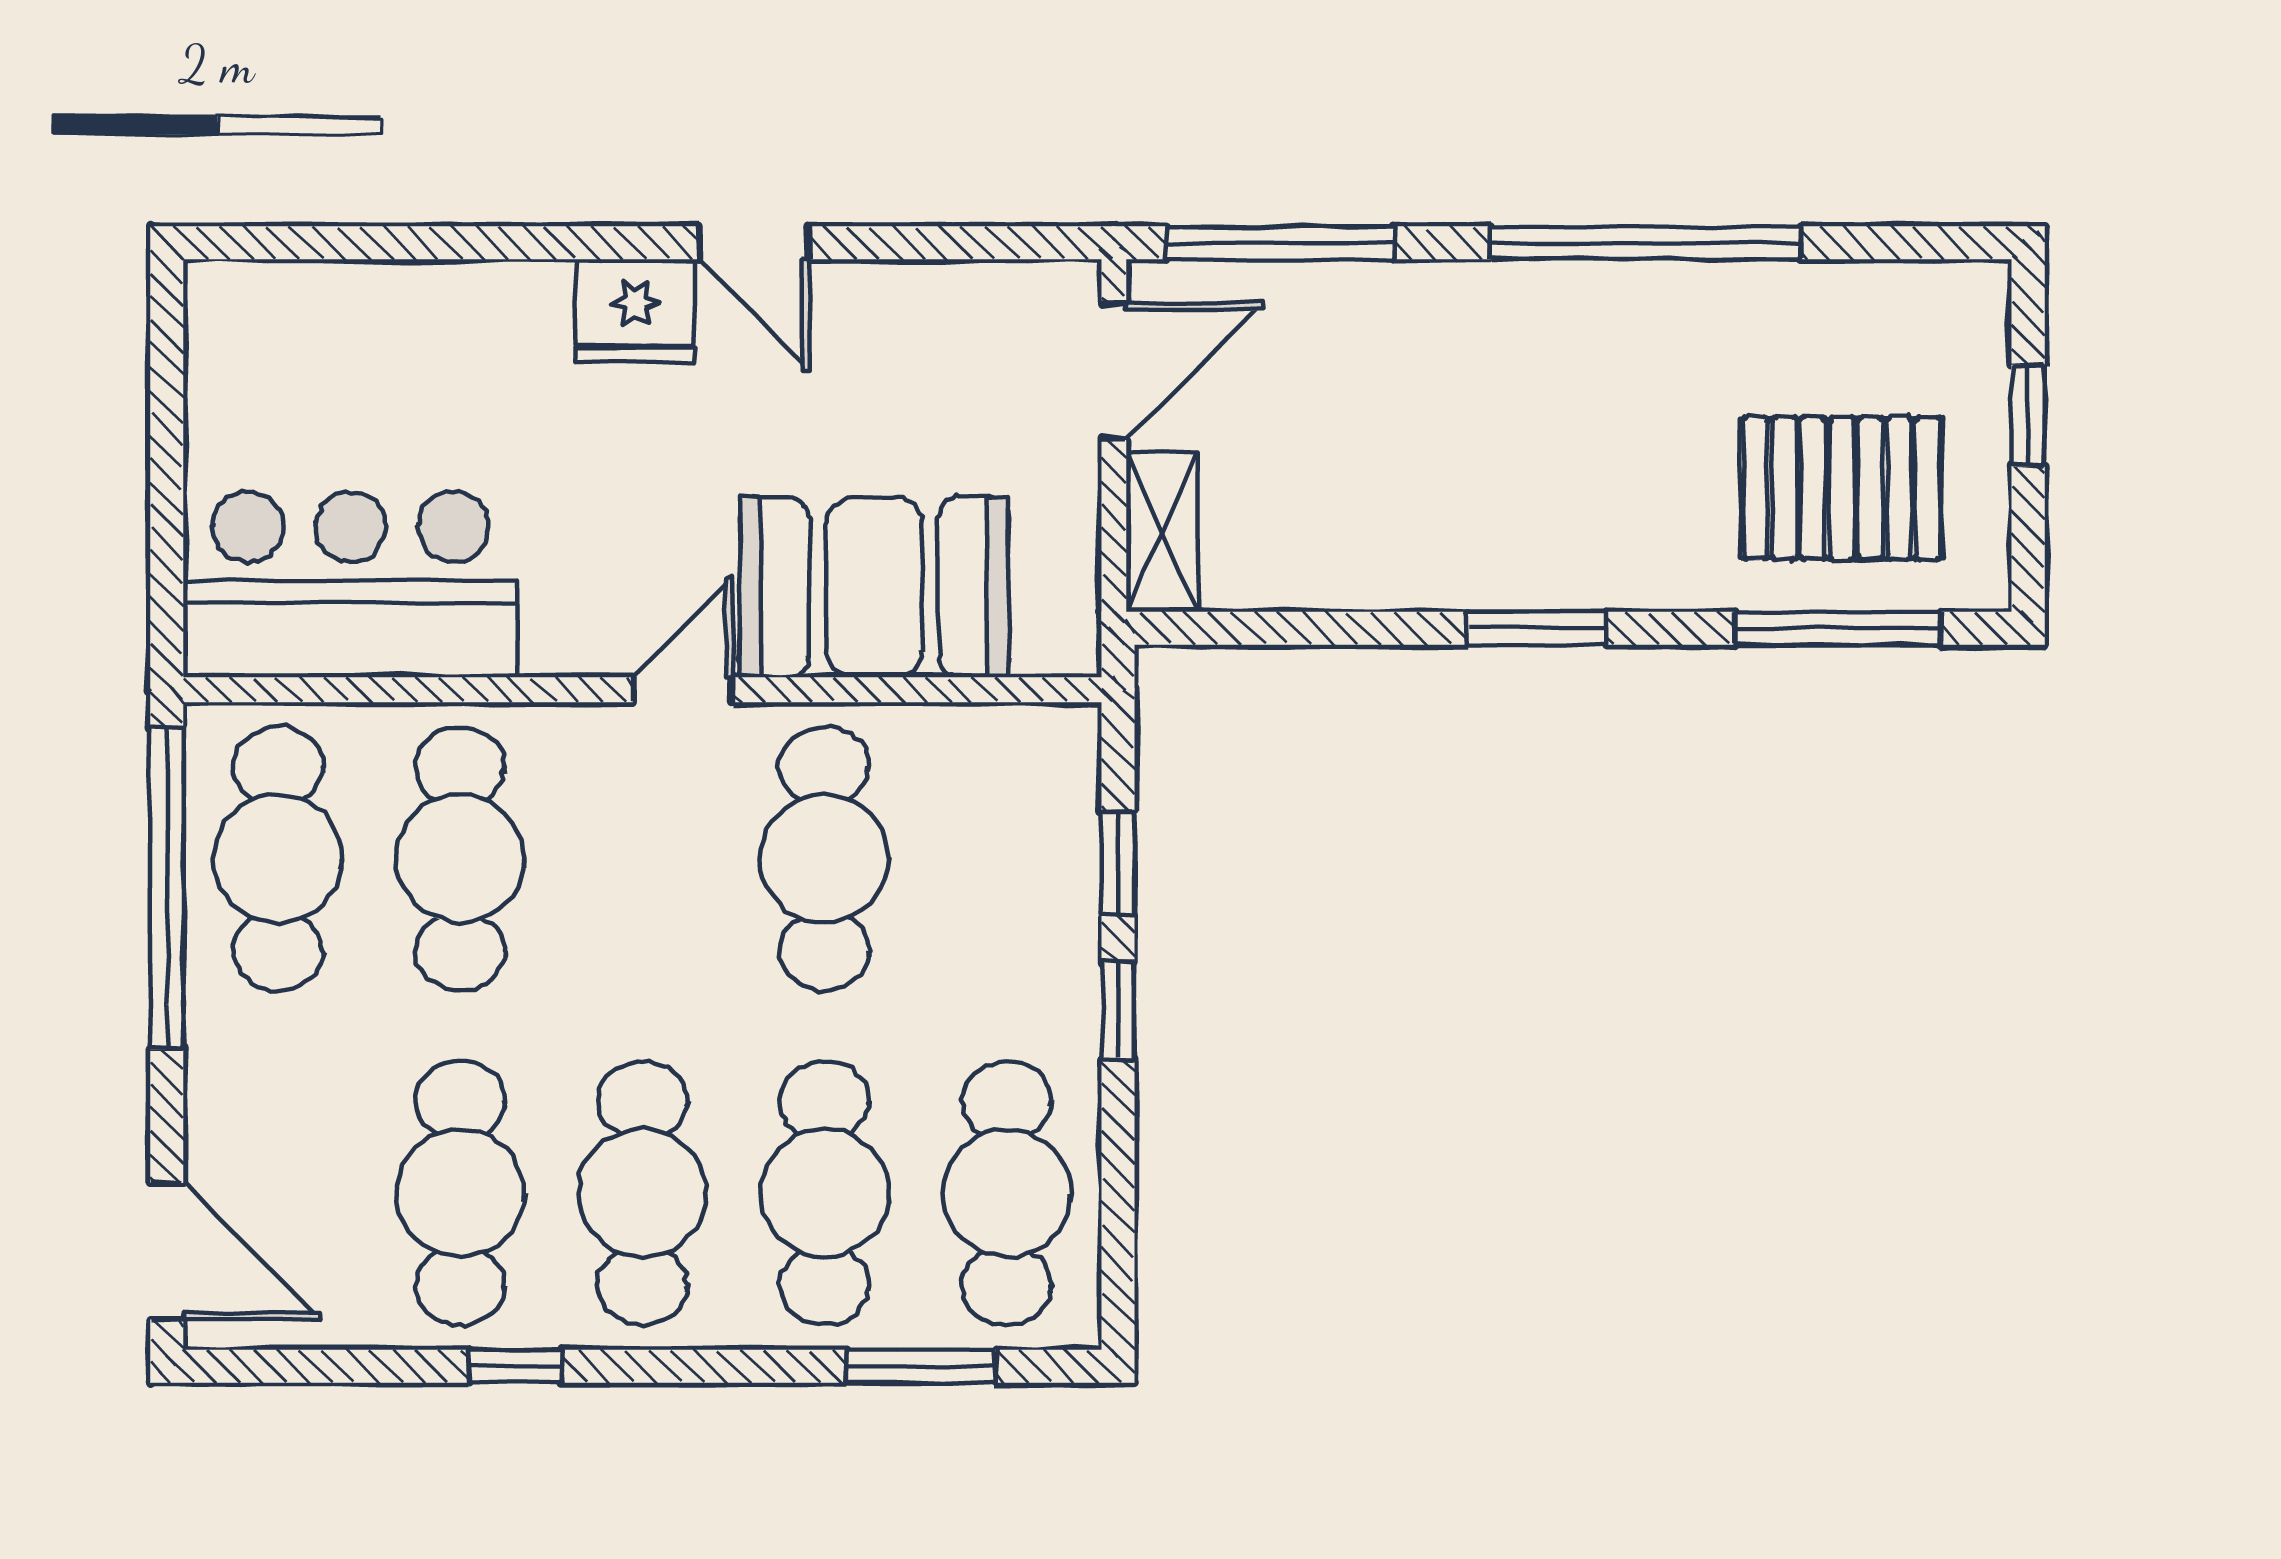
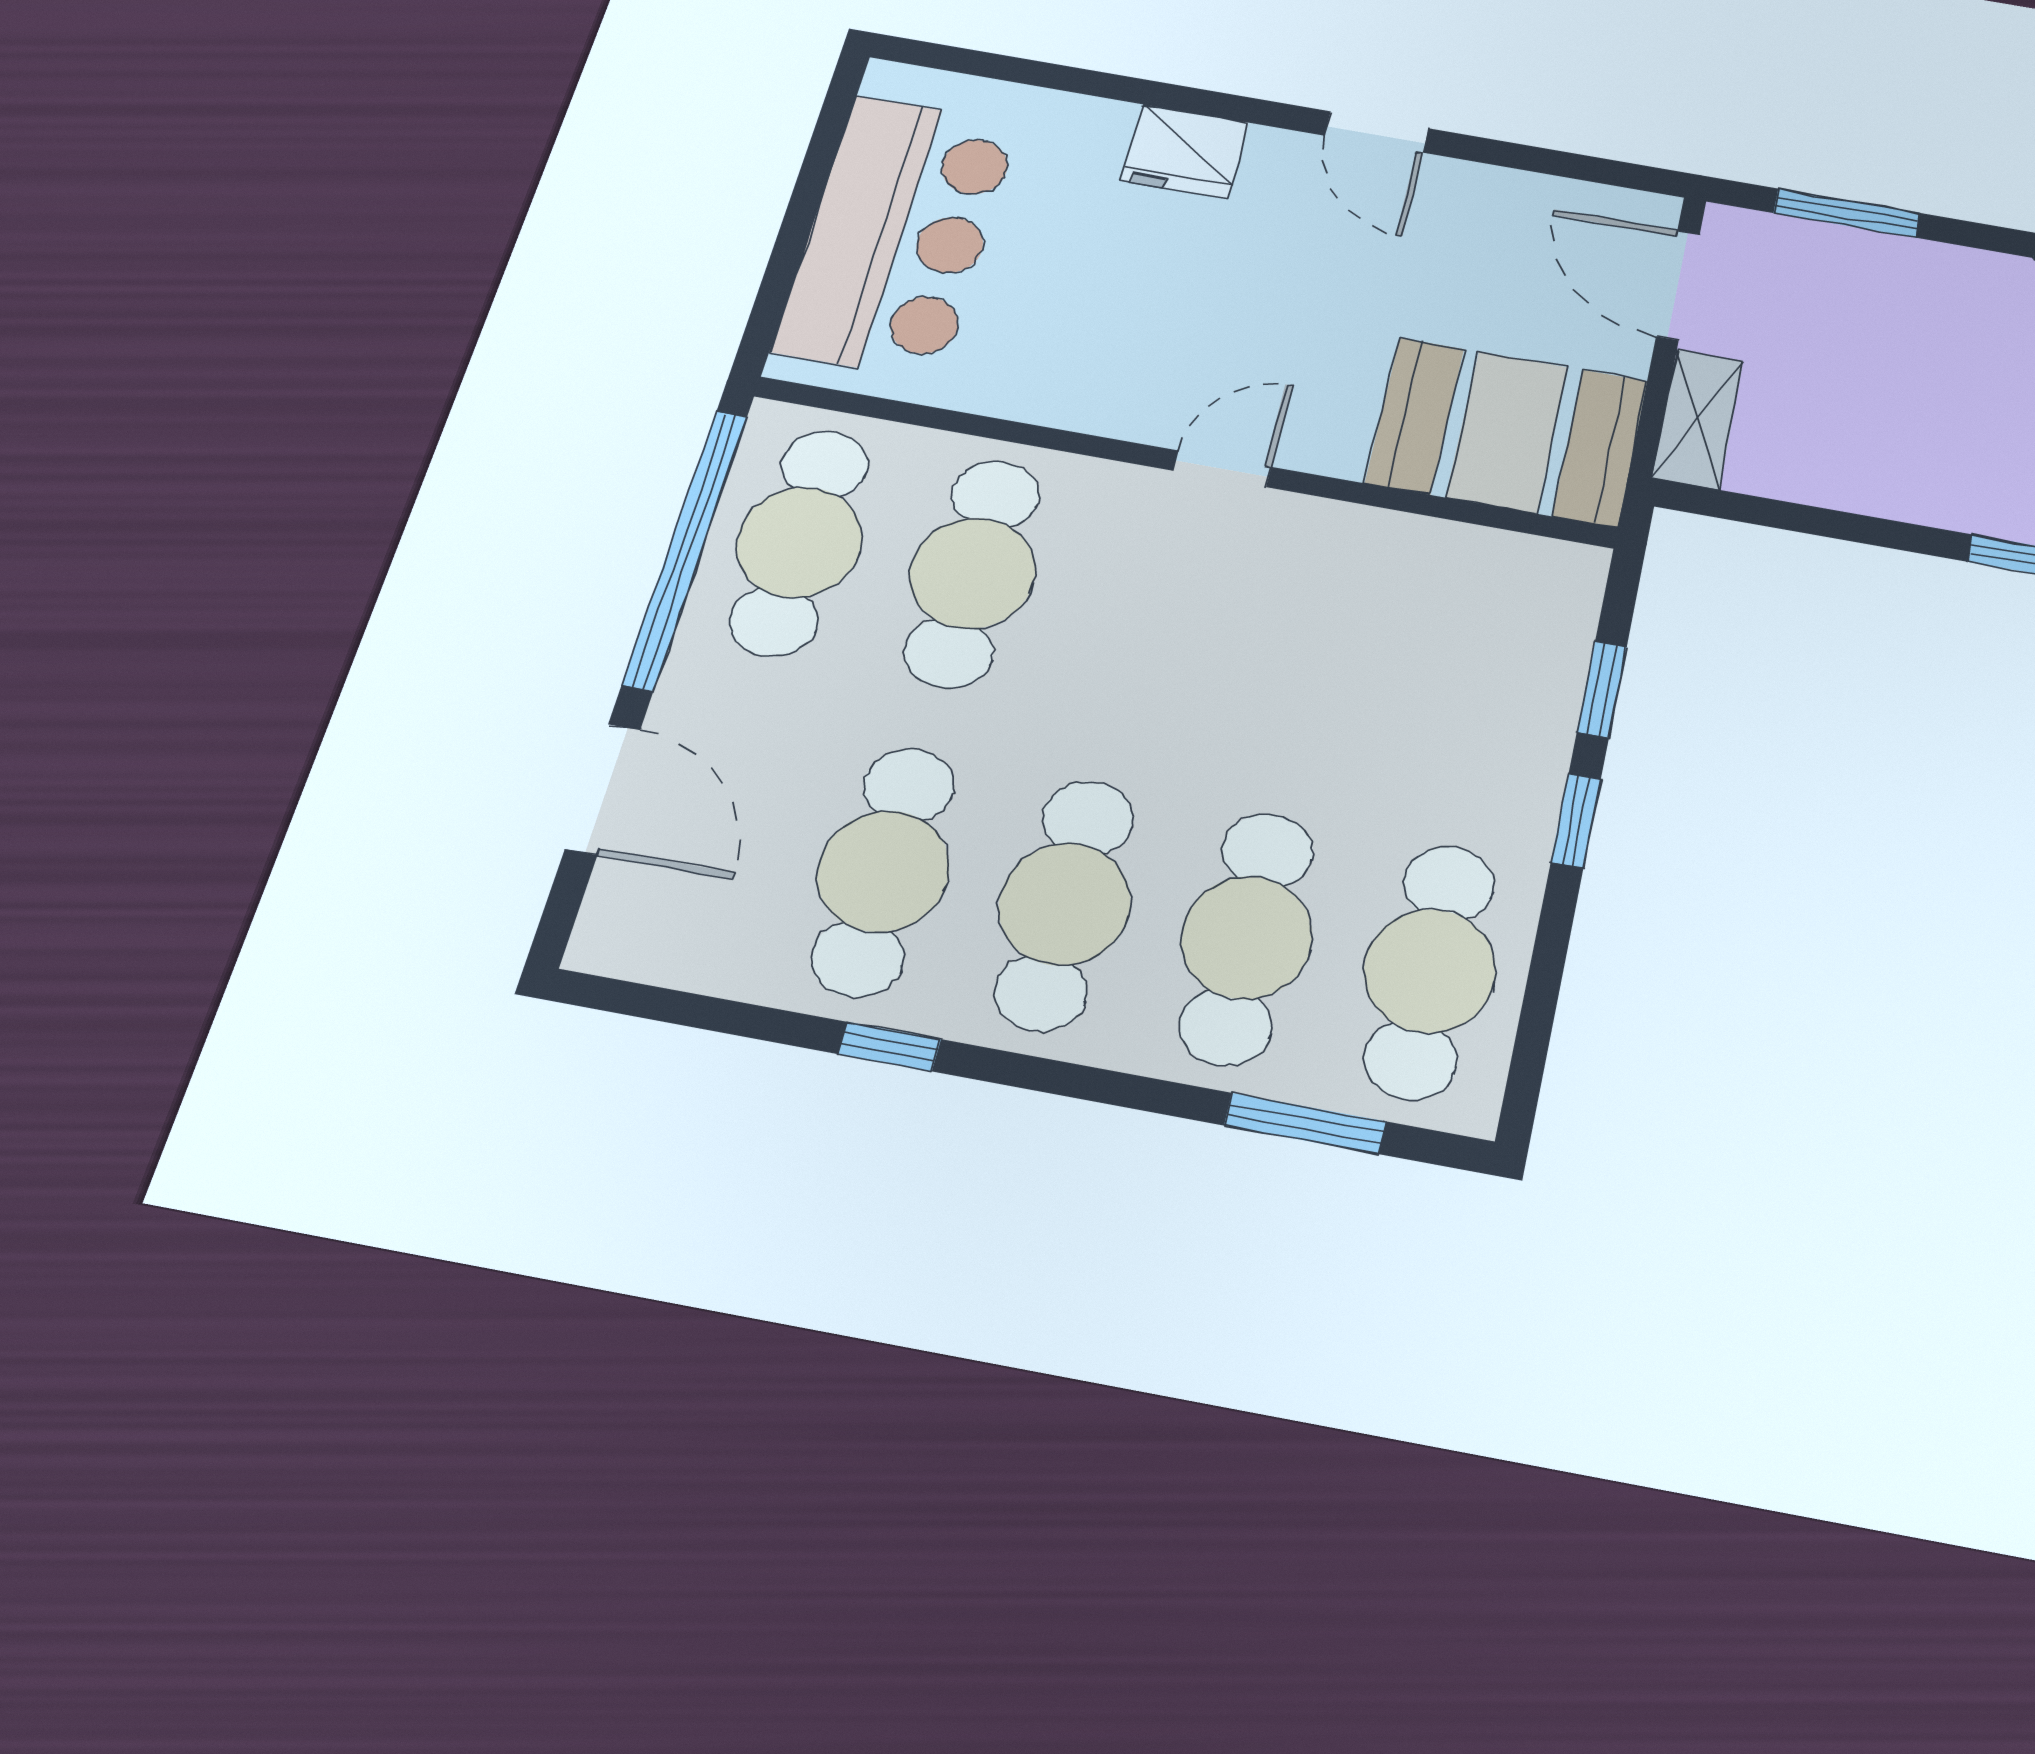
window: (1280, 243) -> (1847, 213), width x0.69
fridge: (635, 310) -> (1185, 151), moved
door: (1114, 372) -> (1678, 285), swing flipped
bar counter: (351, 584) -> (898, 236), moved, turned 90
booth: (874, 587) -> (1507, 432), moved
cafe table: (825, 859) -> (1320, 635), removed
door: (167, 1251) -> (603, 789), moved

